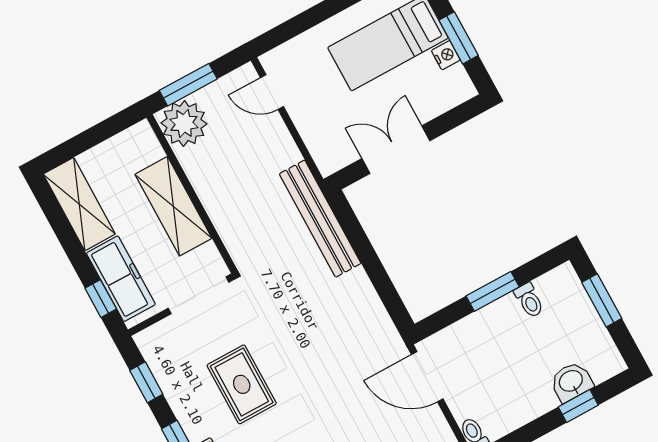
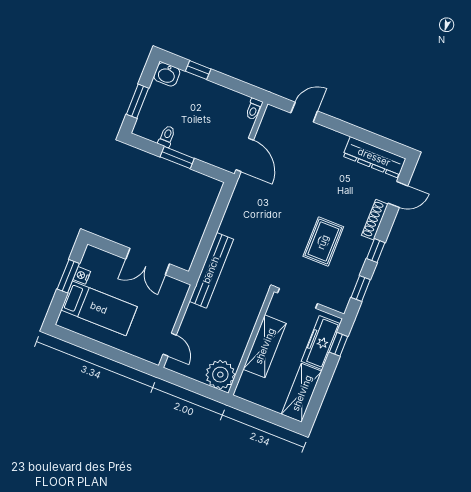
window: (188, 85) -> (200, 388), removed
washbasin: (571, 382) -> (167, 74), moved

